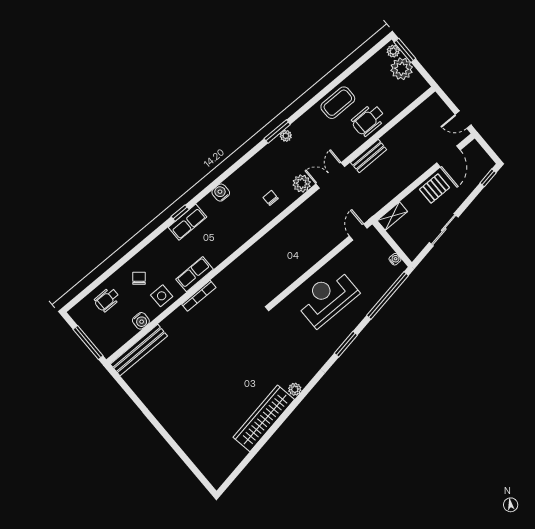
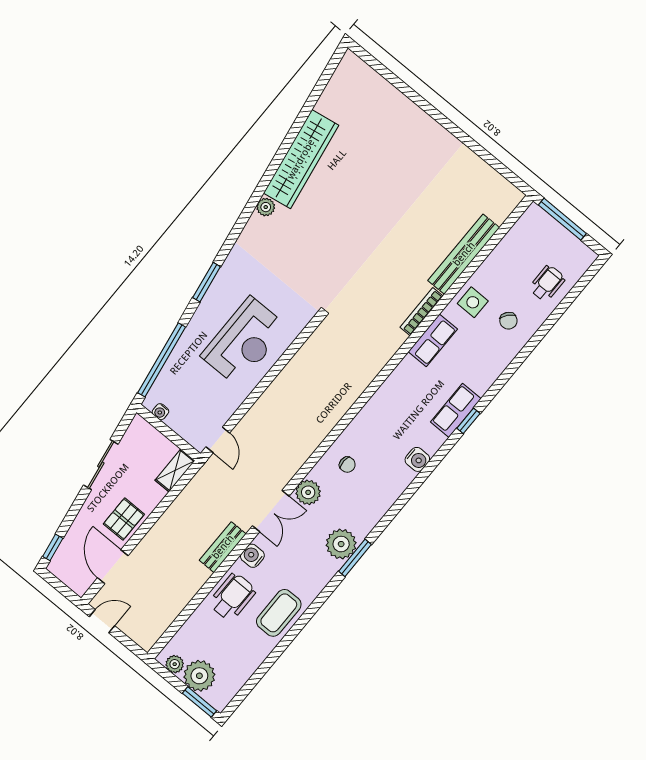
plant: (393, 51) -> (175, 664), moved
plant: (286, 136) -> (341, 544), width x1.88, depth x1.88
water cooler: (141, 321) -> (252, 556), moved
bench: (139, 350) -> (464, 254), moved

